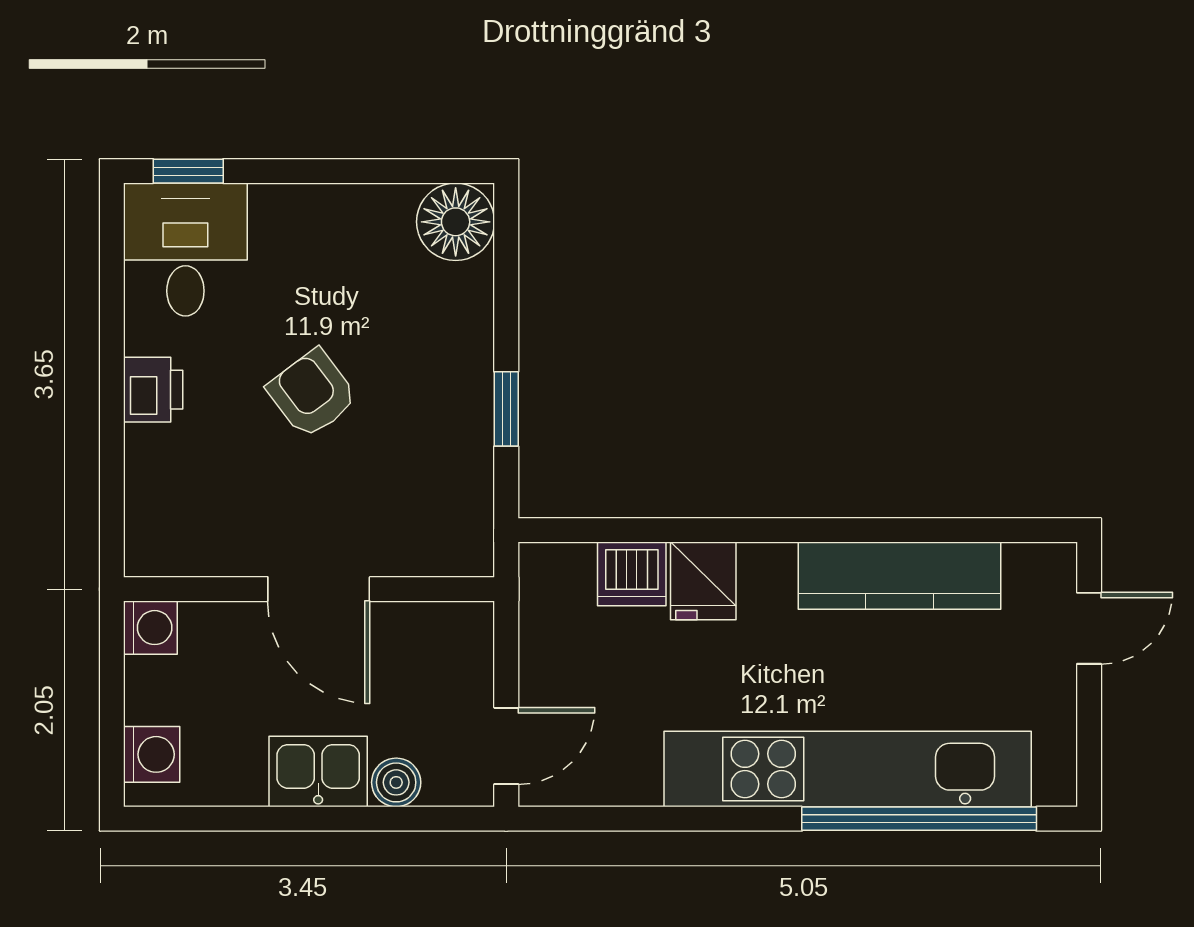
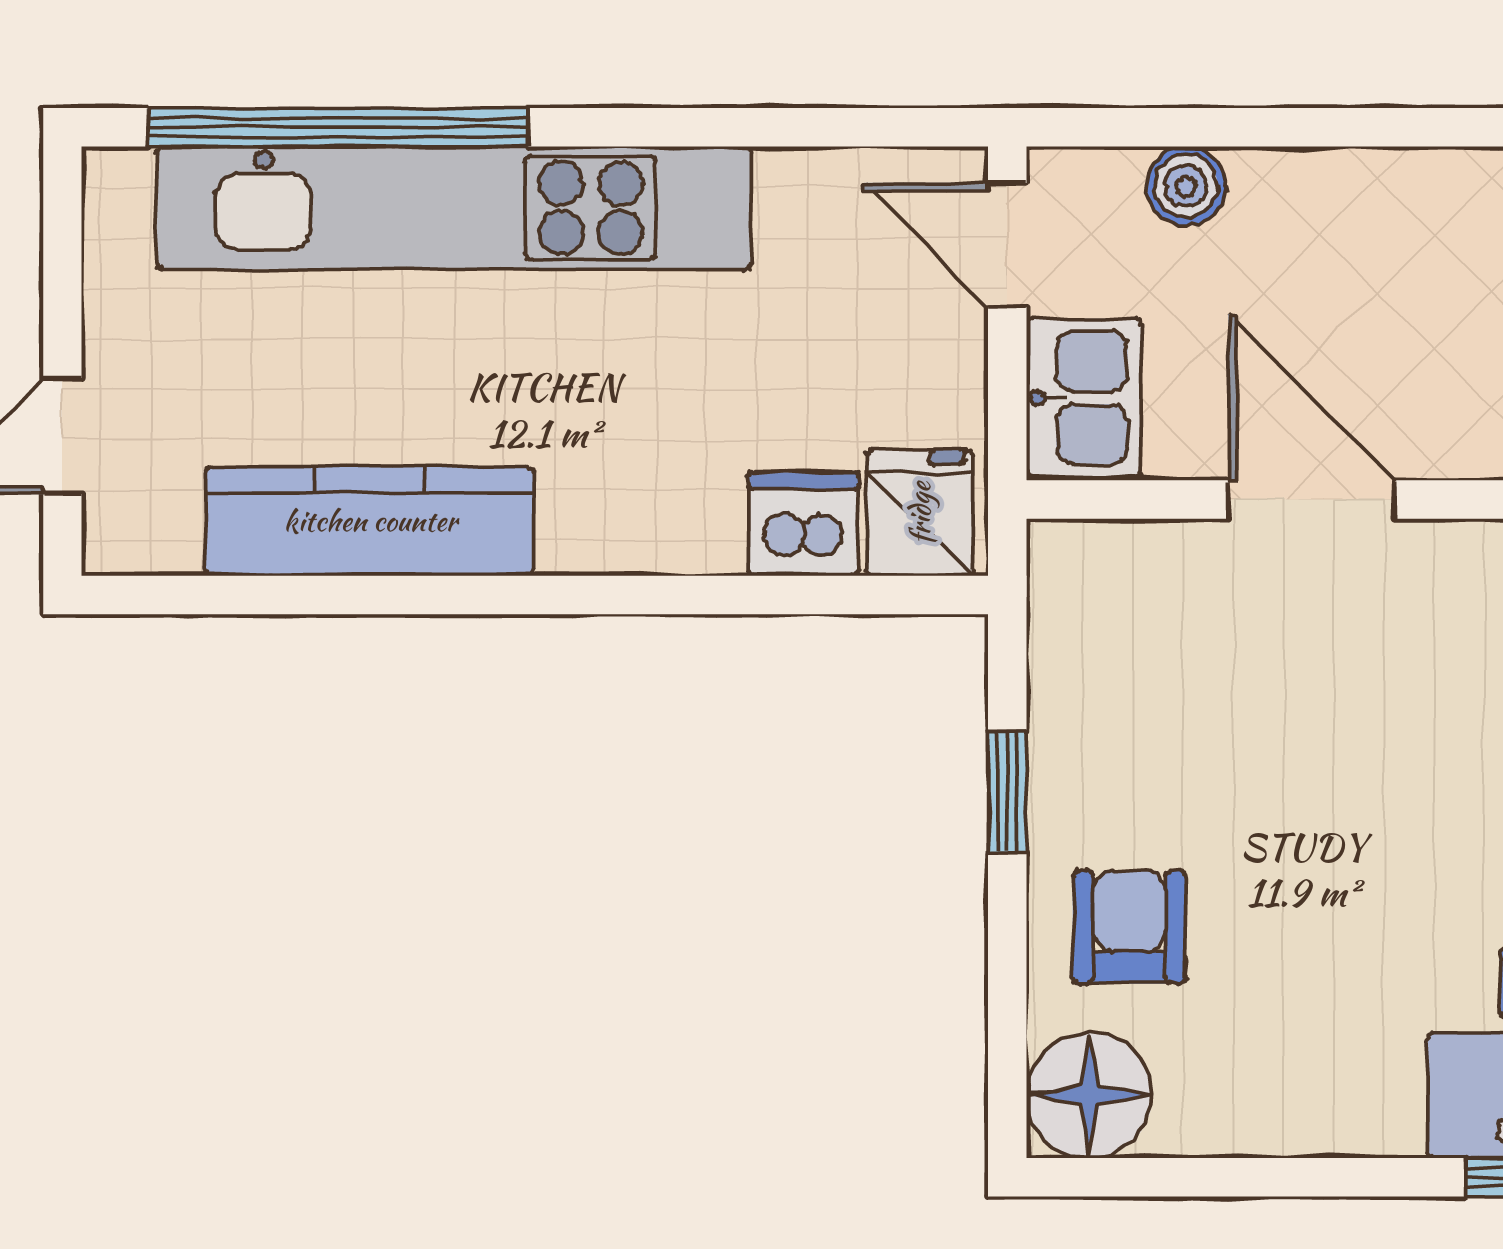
armchair: (312, 394) -> (1129, 927), moved, turned -143
fridge: (703, 581) -> (920, 513), moved
door: (506, 746) -> (1007, 245), hinge flipped
kitchen sink: (318, 771) -> (1084, 398), moved, turned -90

